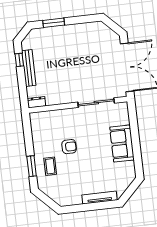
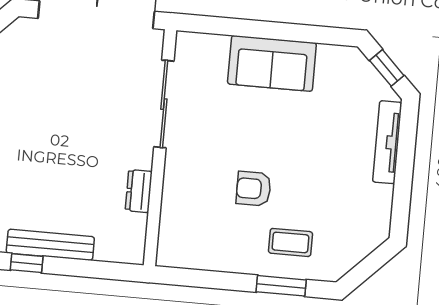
dresser: (36, 102) -> (139, 191), moved
armchair: (69, 147) -> (254, 189), turned -90
window: (130, 191) -> (387, 68), added

